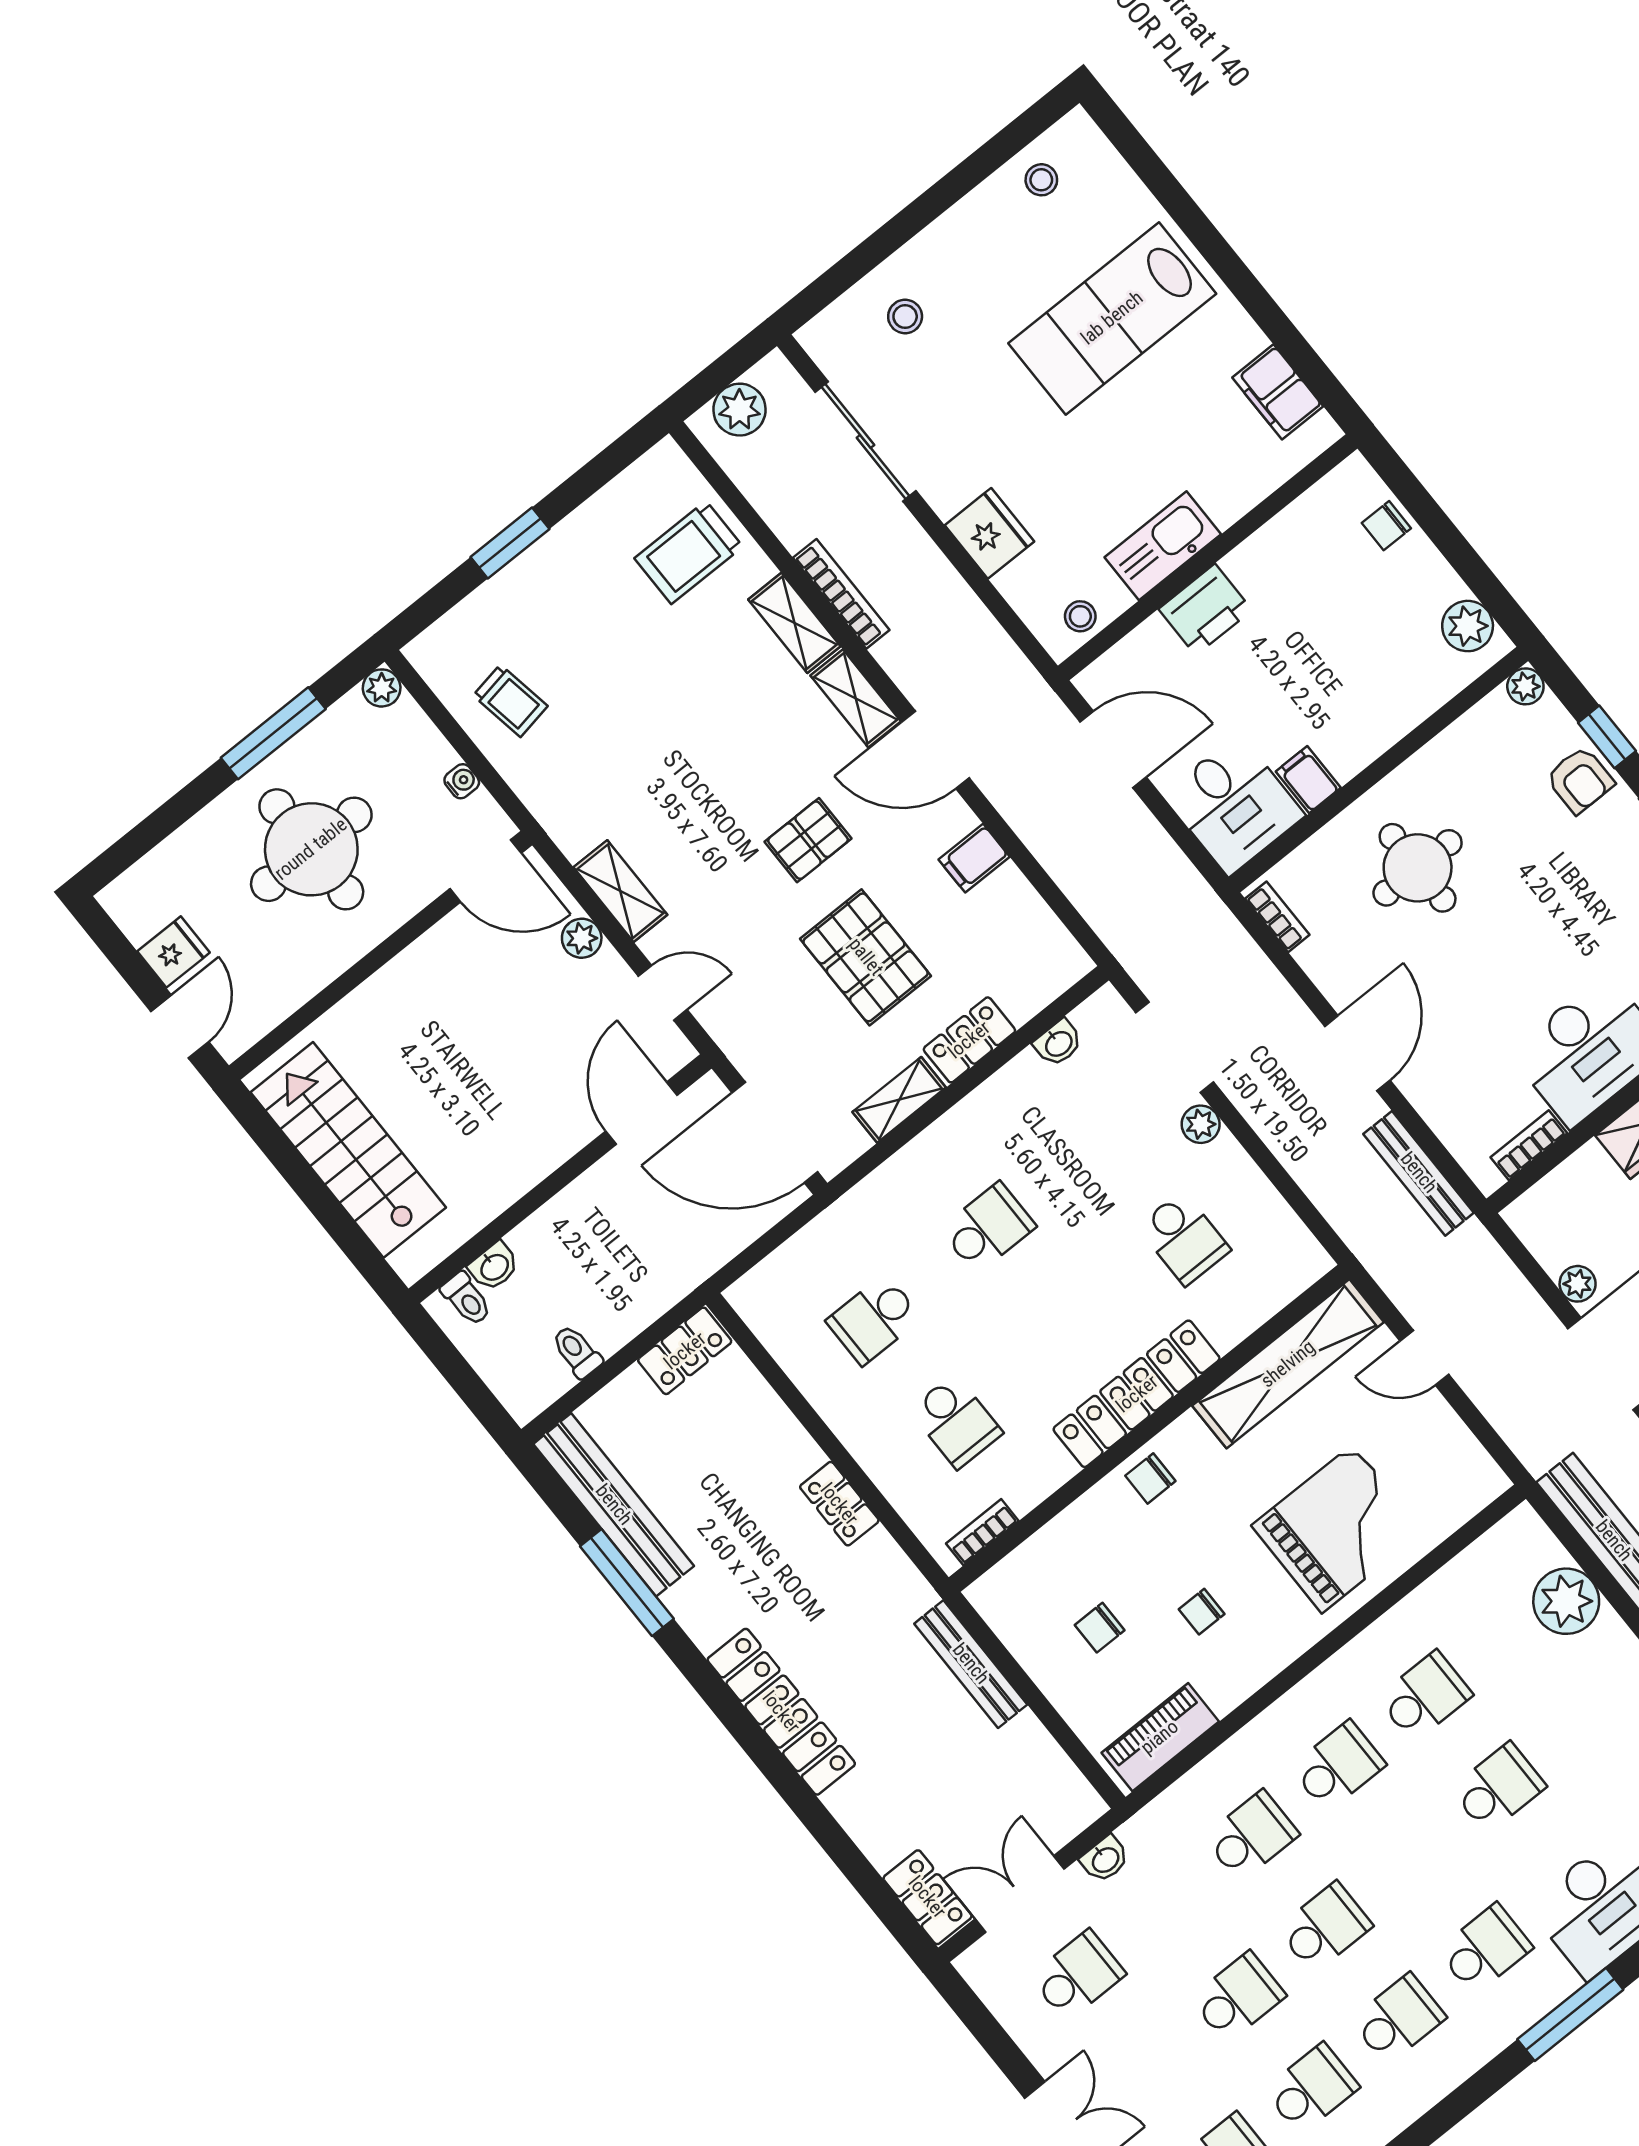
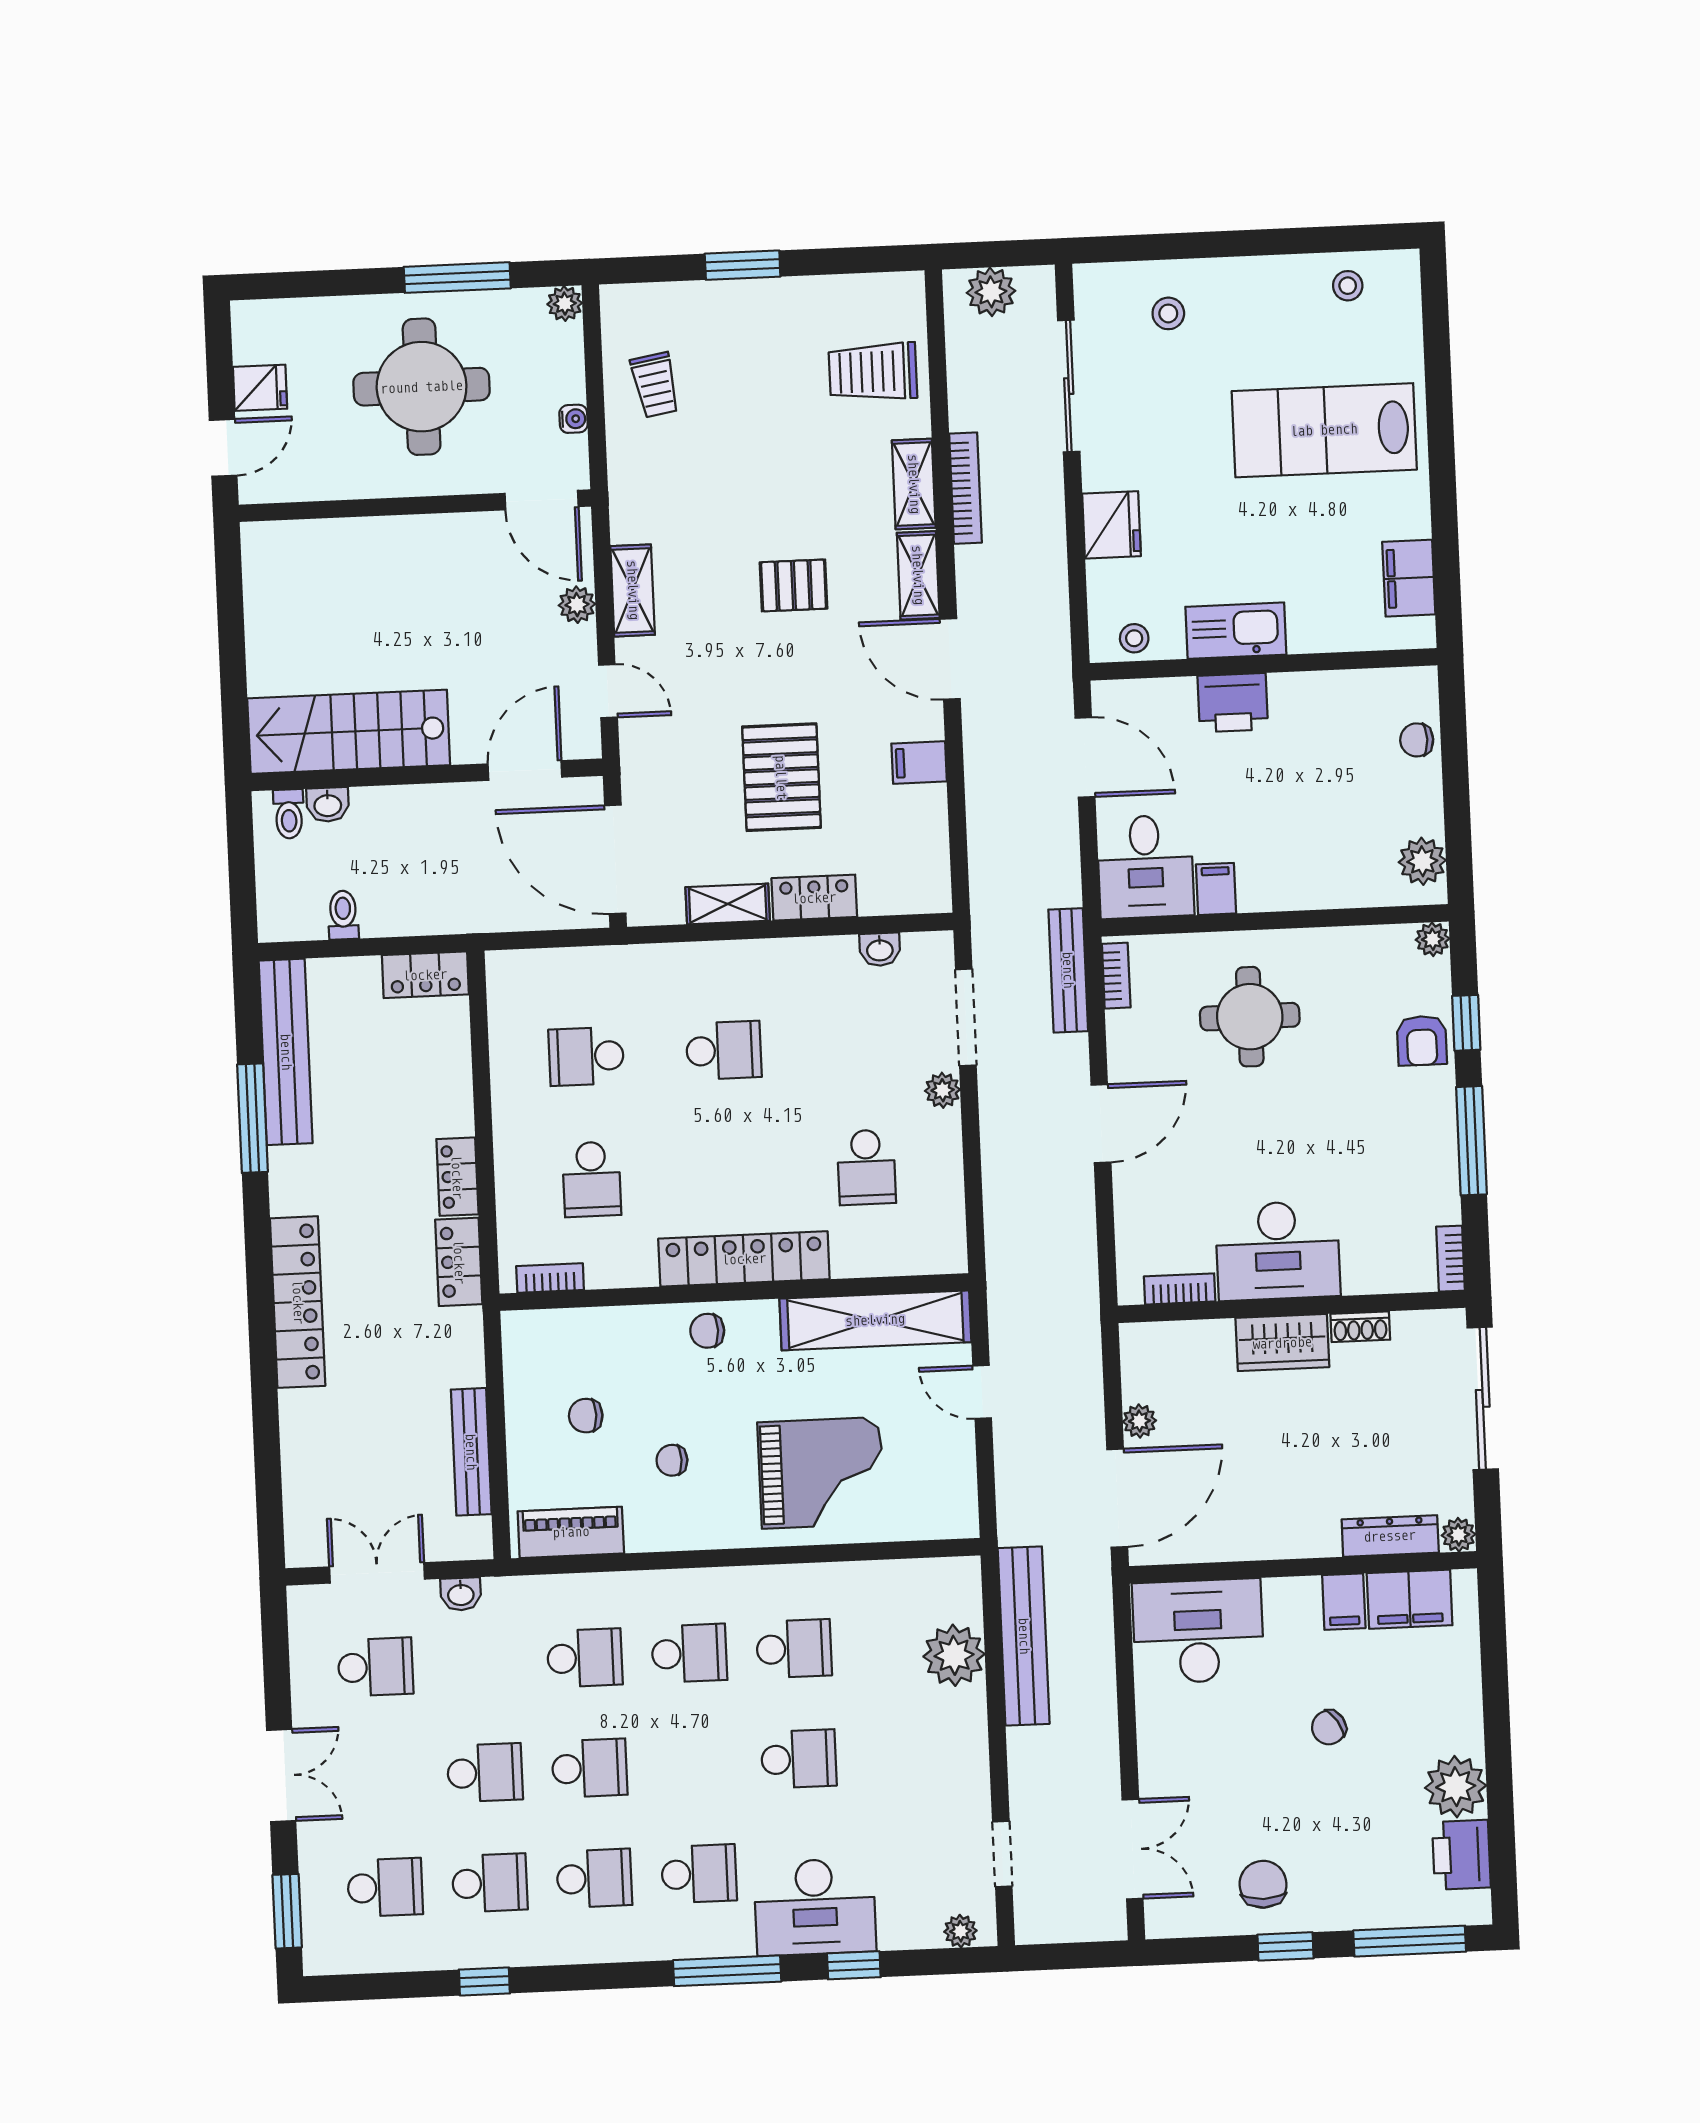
pallet: (808, 840) -> (794, 585), moved
stairs: (348, 1150) -> (349, 732), moved, turned -90
bench: (1419, 1173) -> (1068, 970), moved
bench: (971, 1664) -> (471, 1452), moved
locker: (927, 1897) -> (459, 1262), moved, turned 180

